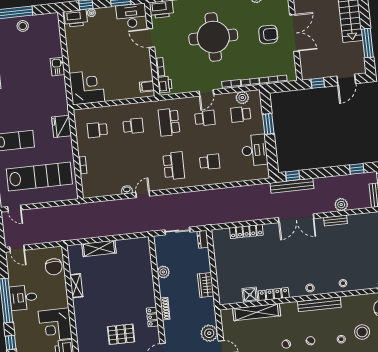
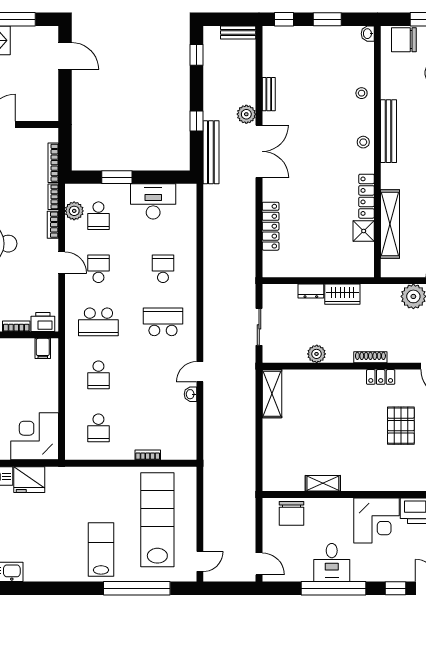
window: (318, 83) -> (65, 98), removed
fridge: (62, 126) -> (29, 480), moved
school desk: (133, 126) -> (98, 375), turned 180
window: (293, 176) -> (197, 121), moved
door: (143, 194) -> (200, 372), hinge flipped
plant: (341, 205) -> (246, 114), moved
dresser: (203, 239) -> (311, 291), moved
door: (17, 248) -> (259, 564), hinge flipped
shelving: (99, 248) -> (272, 394), moved
chair: (54, 267) -> (292, 513), turned 90

